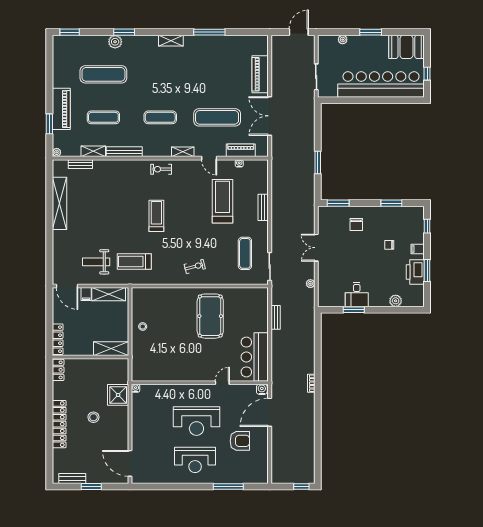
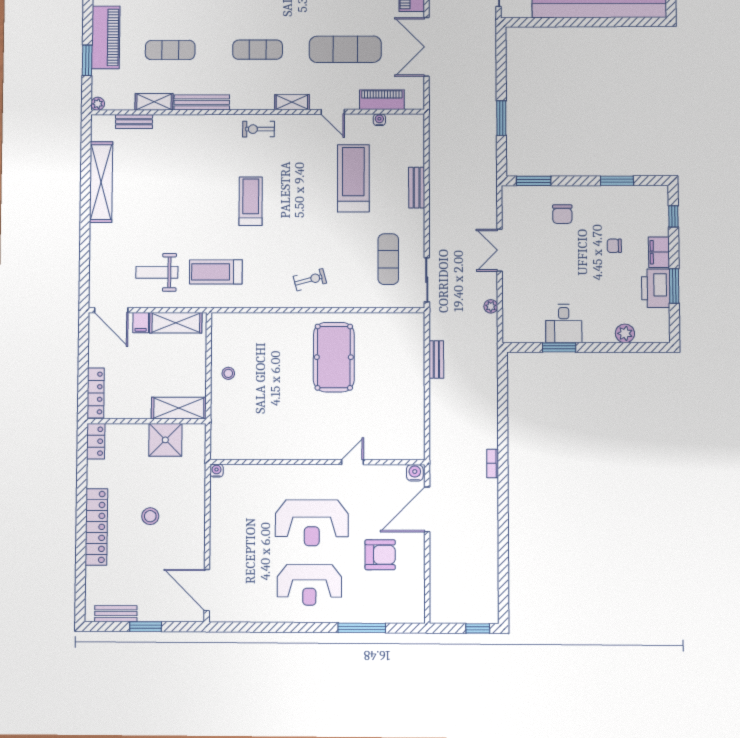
filing cabinet: (418, 249) -> (659, 252), width x2.00
bar counter: (255, 357) -> (404, 422), removed
shower: (118, 395) -> (165, 440), moved

